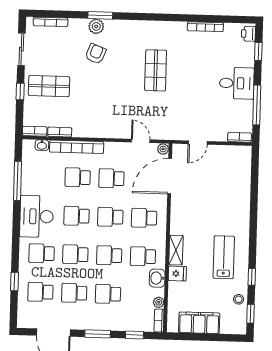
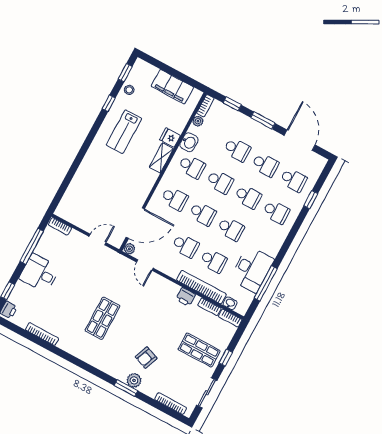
printer: (87, 130) -> (186, 297), added
desk: (36, 216) -> (252, 269), moved

